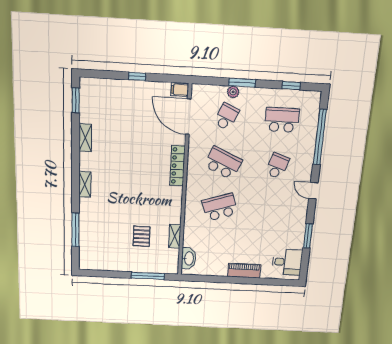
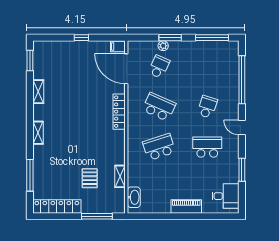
window: (291, 86) -> (212, 38), width x2.17
school desk: (282, 120) -> (207, 147), moved
locker: (105, 264) -> (57, 206), added

